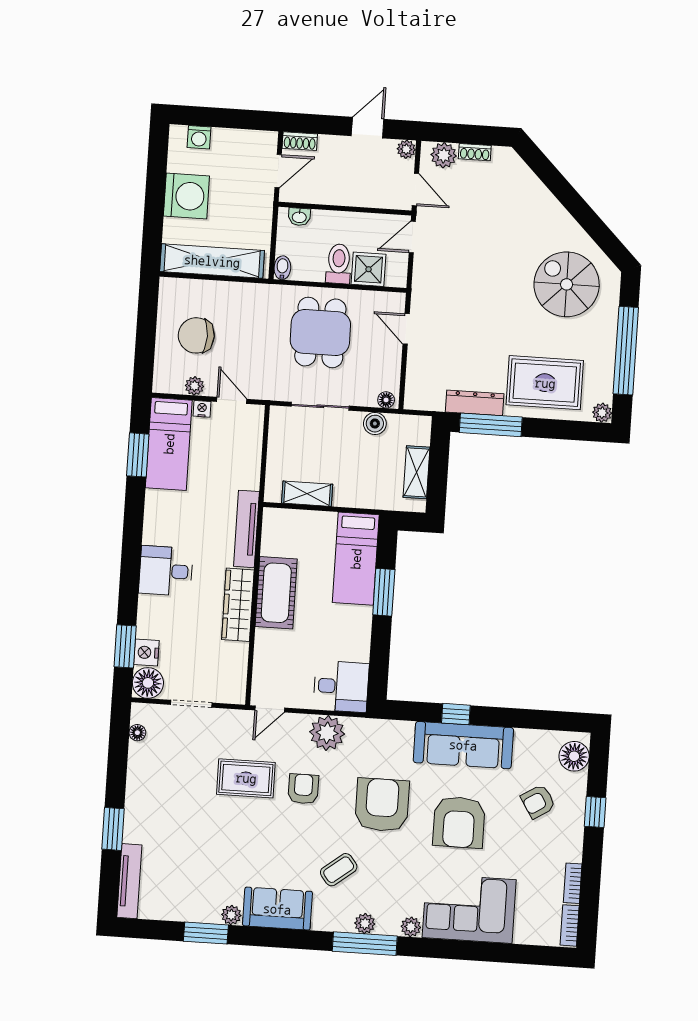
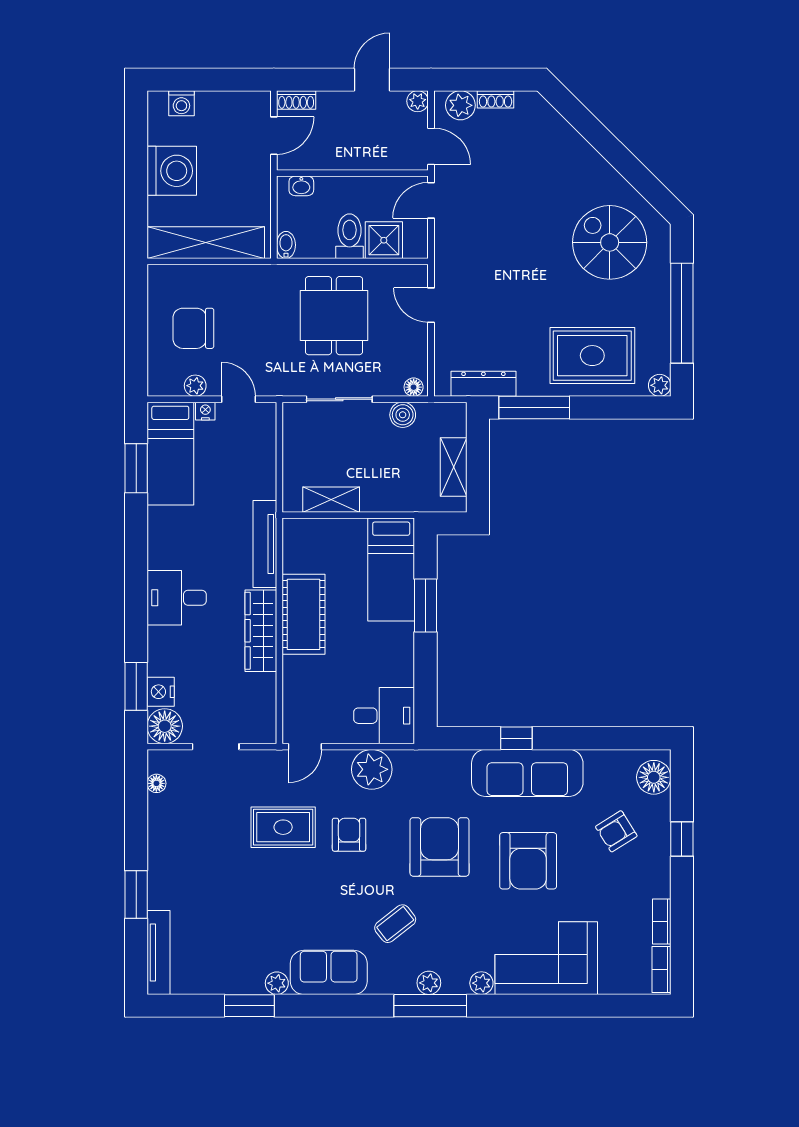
dresser: (475, 403) -> (483, 384), moved

